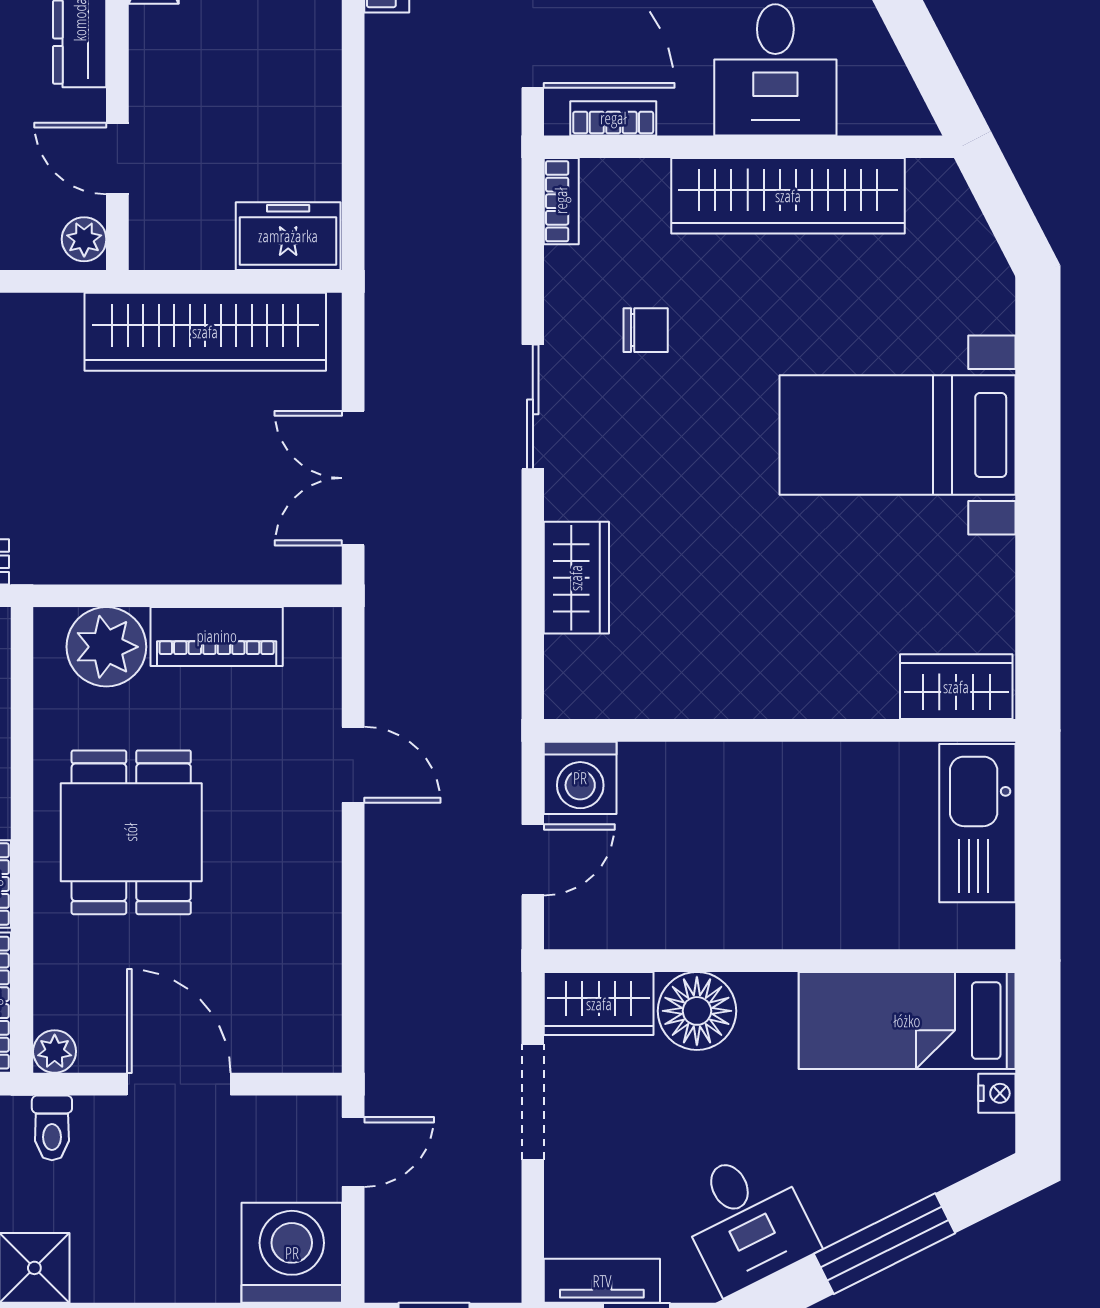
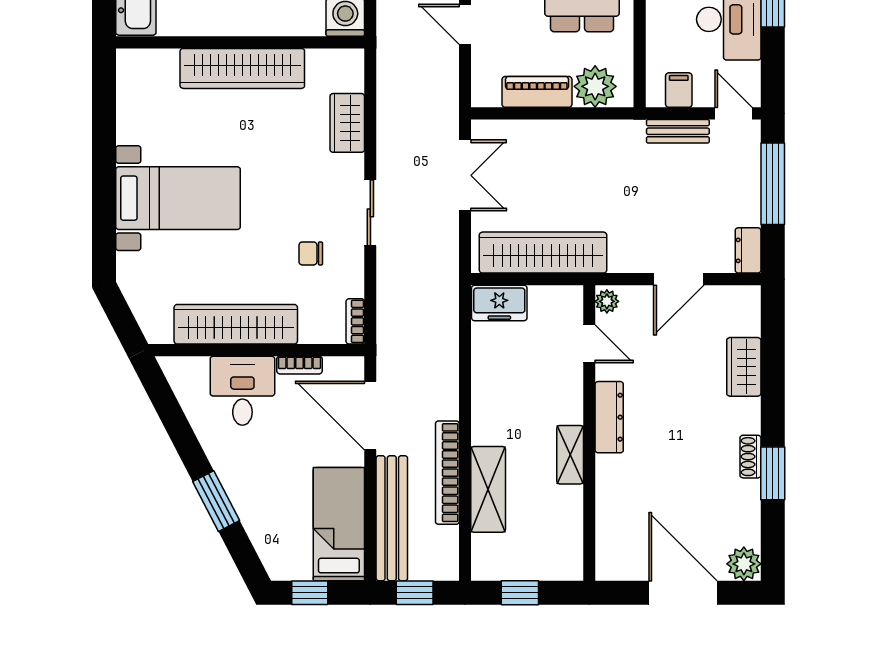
bookcase: (613, 118) -> (299, 365), moved
wardrobe: (956, 687) -> (242, 68), moved, width x2.10, depth x1.17

